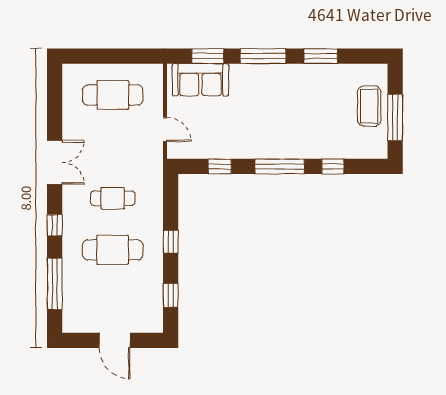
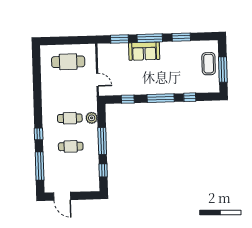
sofa: (200, 80) -> (144, 51), moved
double door: (55, 162) -> (38, 100), removed
plant: (153, 199) -> (92, 118), added
window: (171, 242) -> (102, 141), width x2.17
cafe table: (113, 250) -> (71, 146), width x0.73, depth x0.74
door: (115, 340) -> (62, 196), moved

